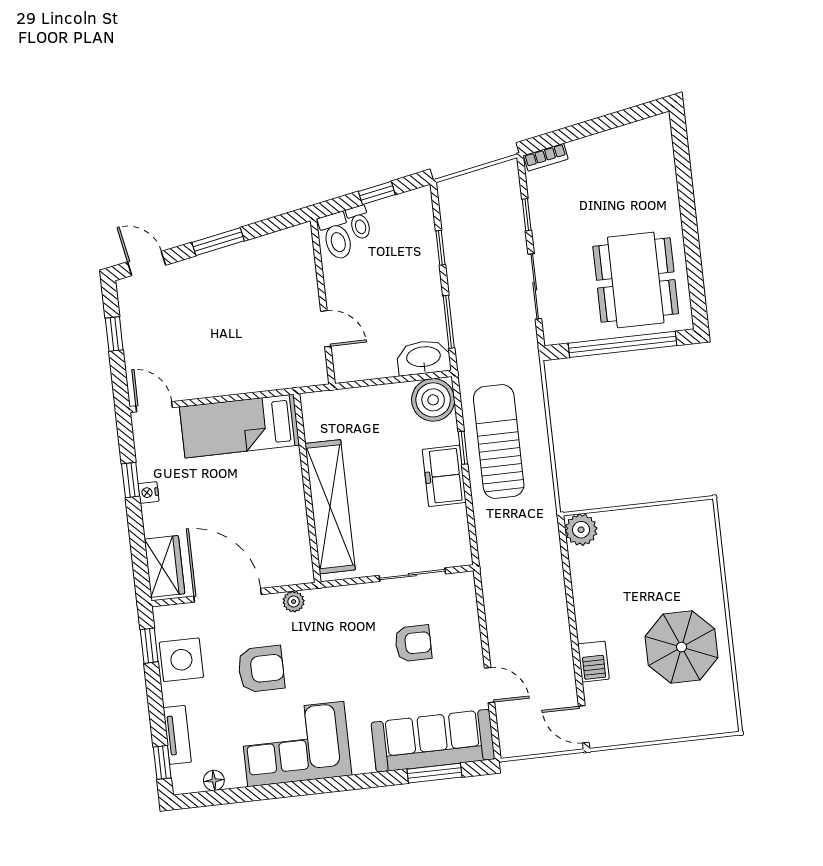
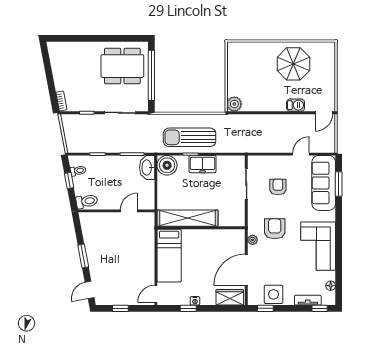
toilet: (359, 223) -> (78, 171), moved
shelving: (330, 507) -> (187, 218), moved
armchair: (261, 669) -> (275, 229), moved

